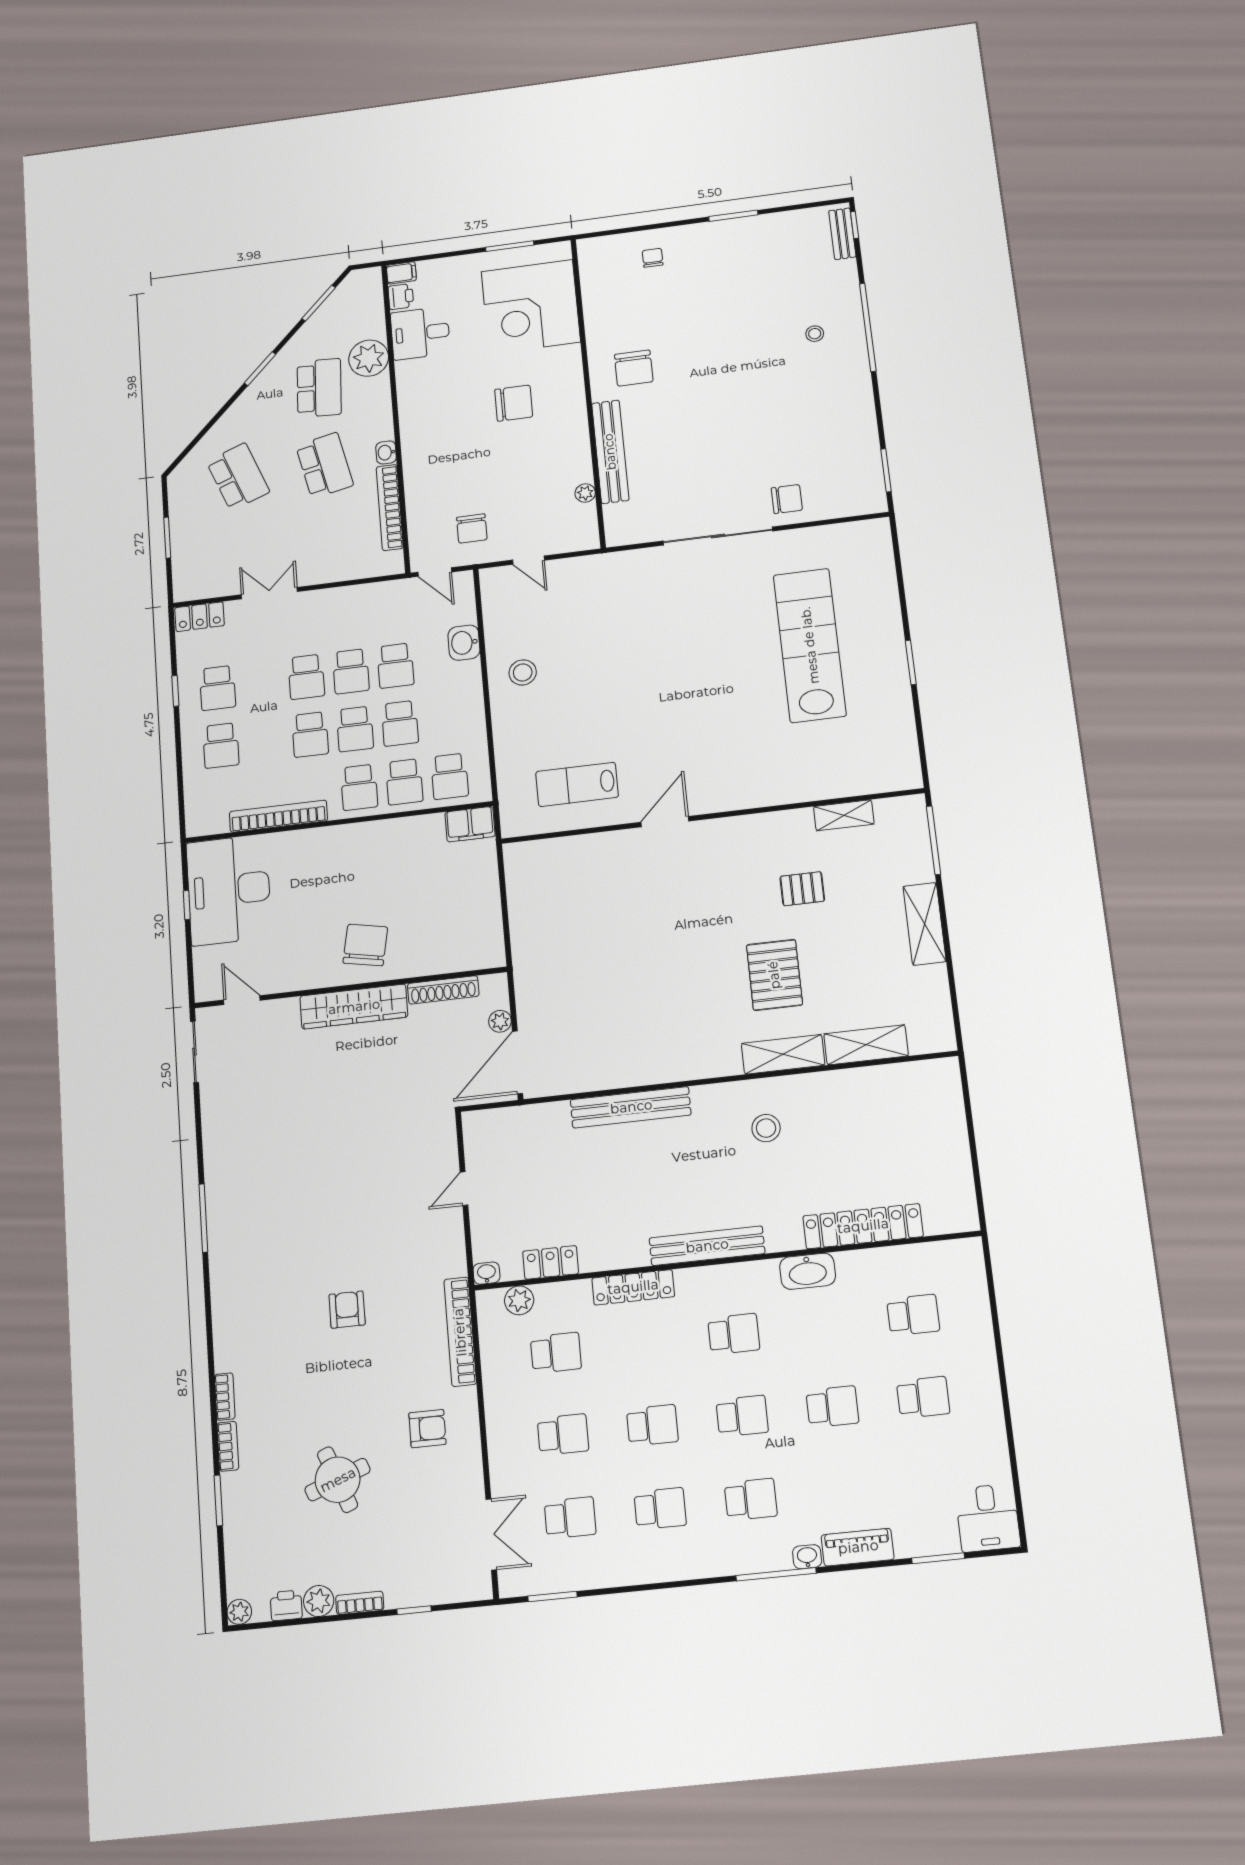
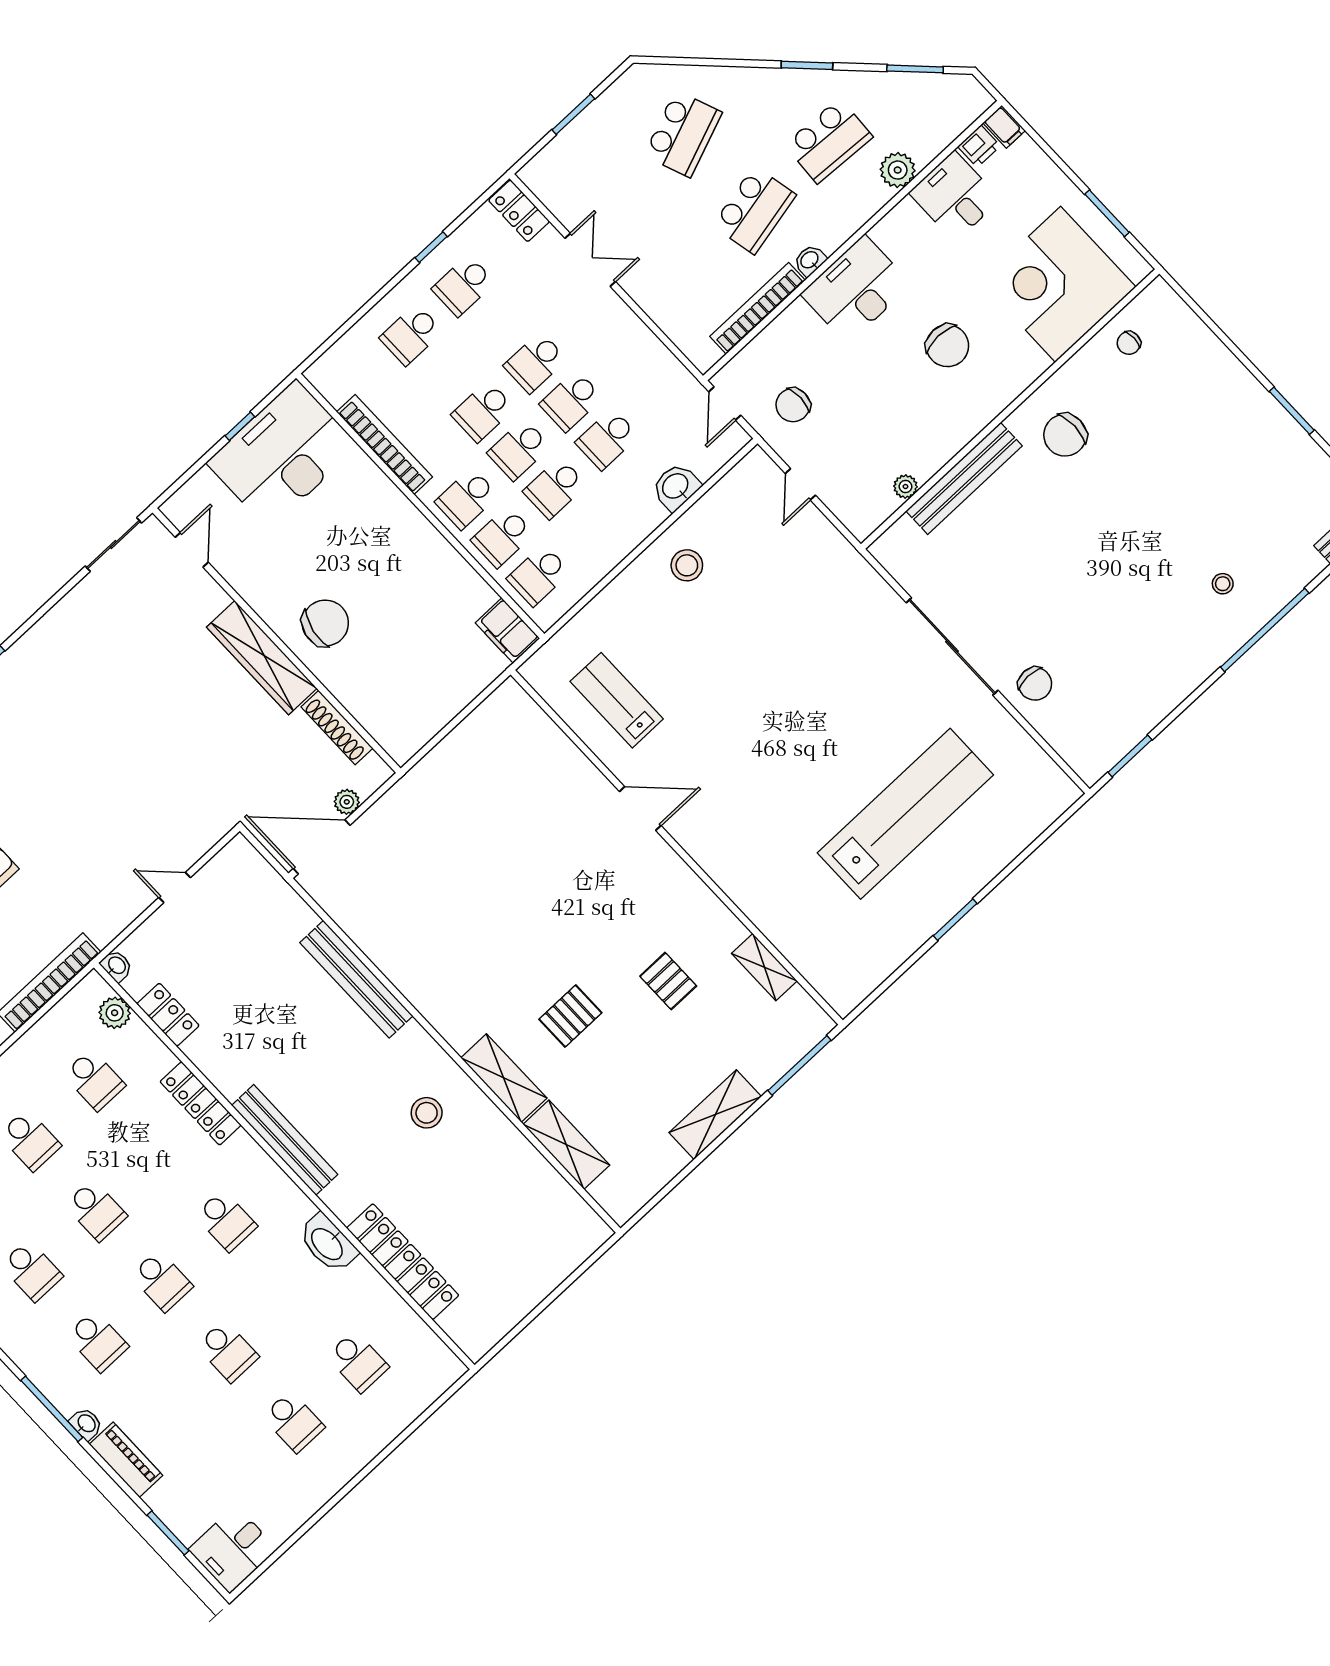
chair: (653, 258) -> (1129, 343), moved, turned 180
plant: (369, 358) -> (898, 170), width x0.73, depth x0.73
desk: (429, 436) -> (856, 289), added
pallet: (774, 975) -> (570, 1016), width x0.67, depth x0.71

